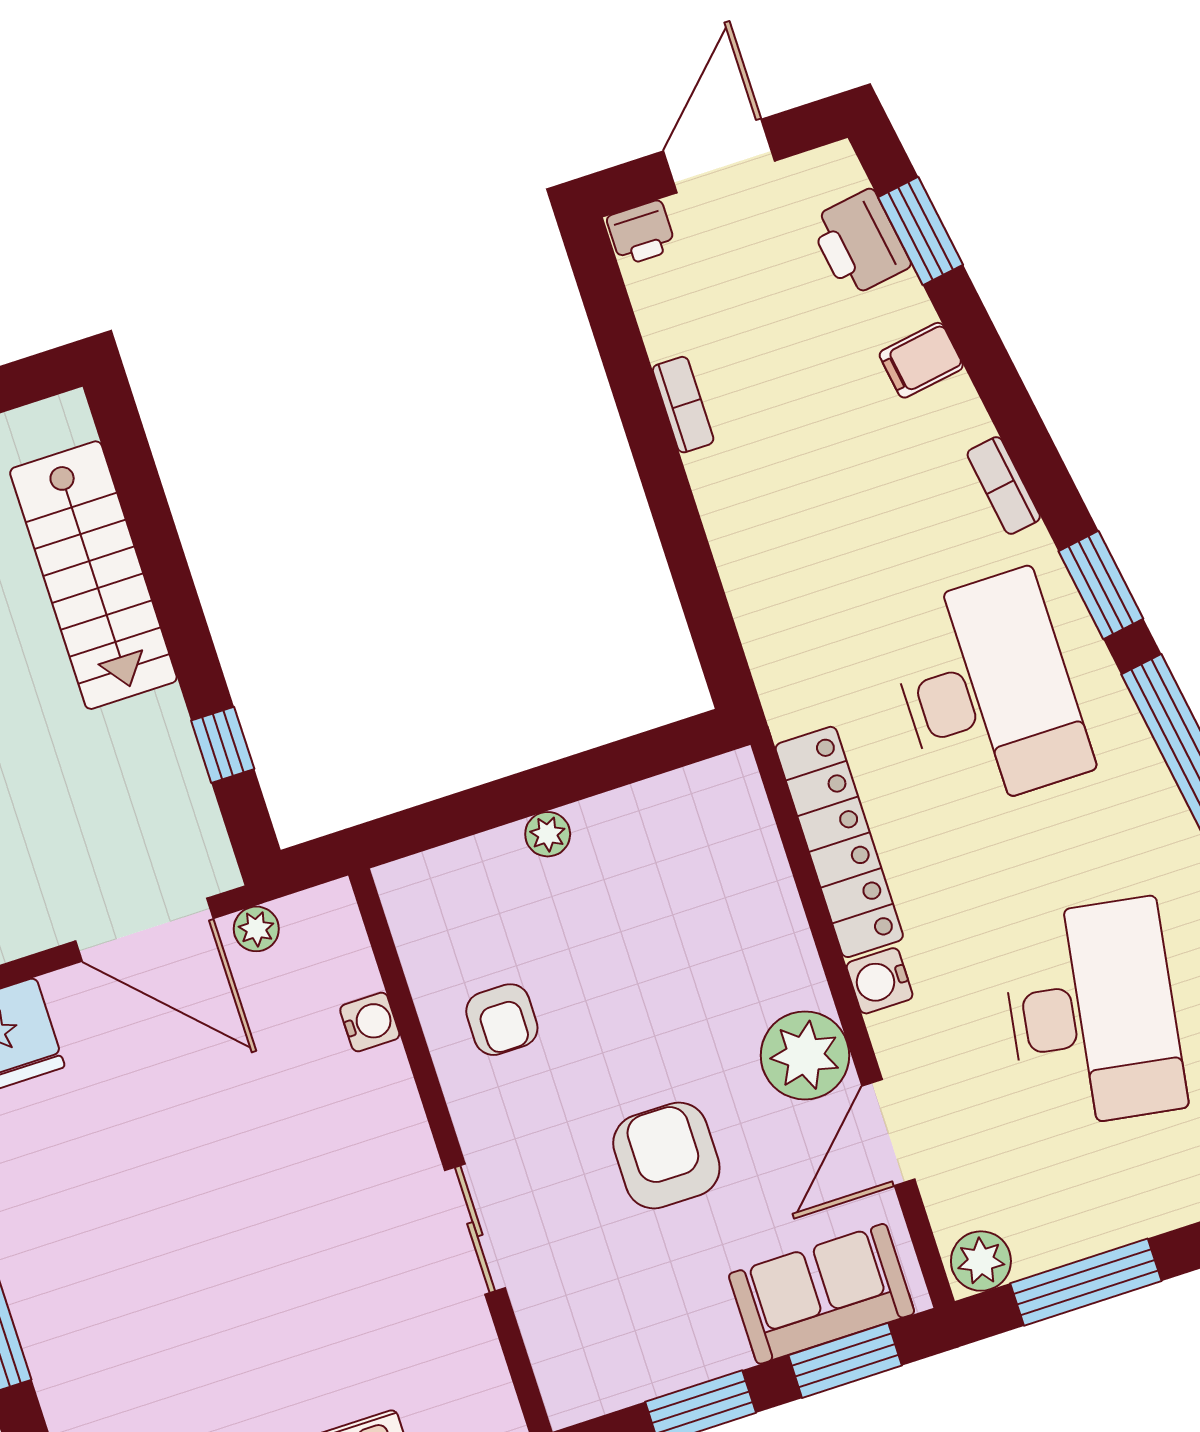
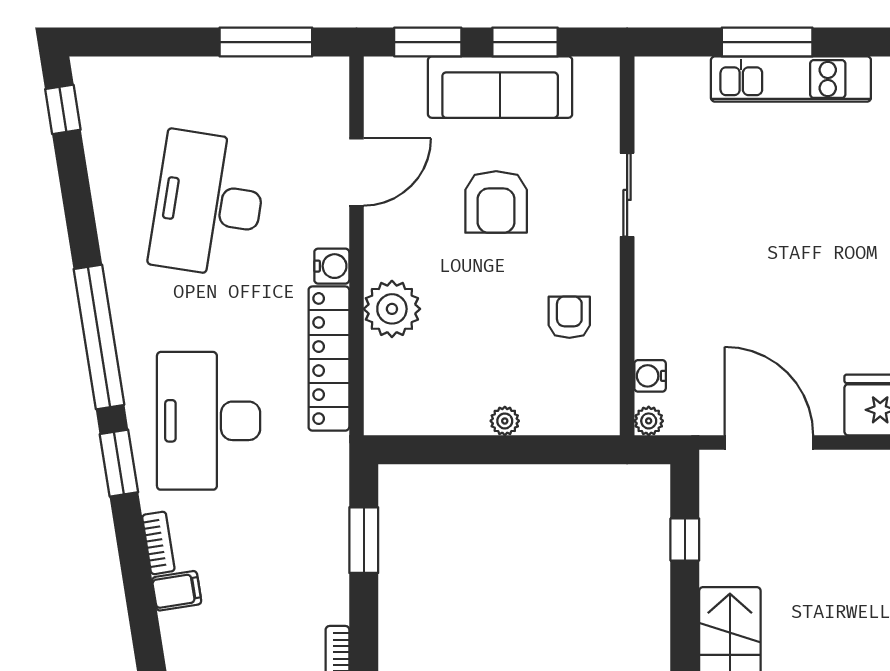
filing cabinet: (921, 360) -> (177, 591), moved
window: (700, 589) -> (364, 540), added
plant: (256, 929) -> (649, 421), moved
water cooler: (370, 1022) -> (650, 376), moved
plant: (805, 1055) -> (392, 309), moved
plant: (981, 1261) -> (326, 76), removed
sofa: (822, 1294) -> (500, 87), moved, width x1.36

